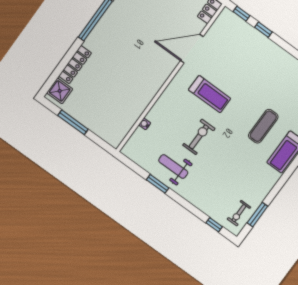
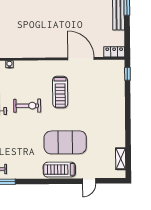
window: (263, 30) -> (128, 96), removed
exercise mat: (263, 126) -> (65, 142), width x2.00, depth x1.45

